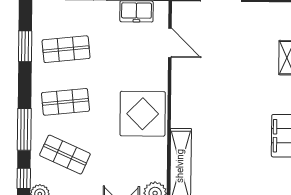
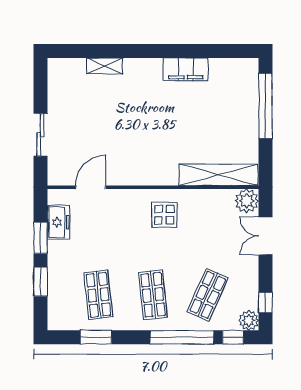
display table: (143, 114) -> (164, 215), width x0.54, depth x0.54
window: (24, 129) -> (182, 337), width x1.46

